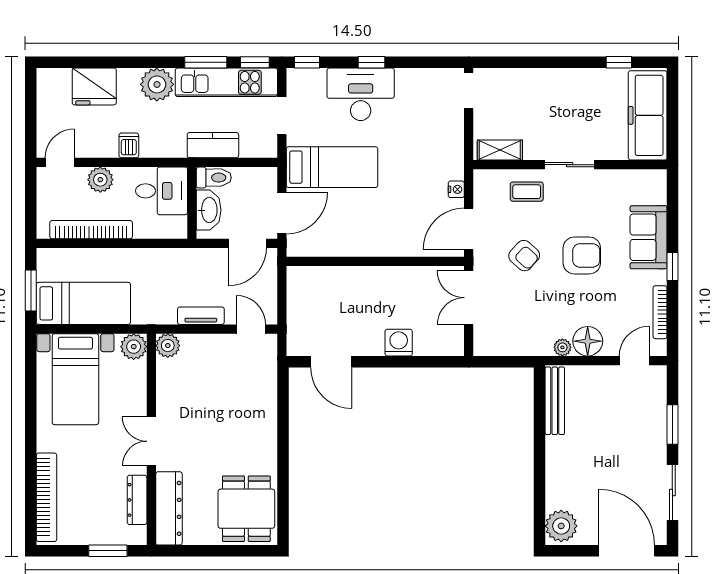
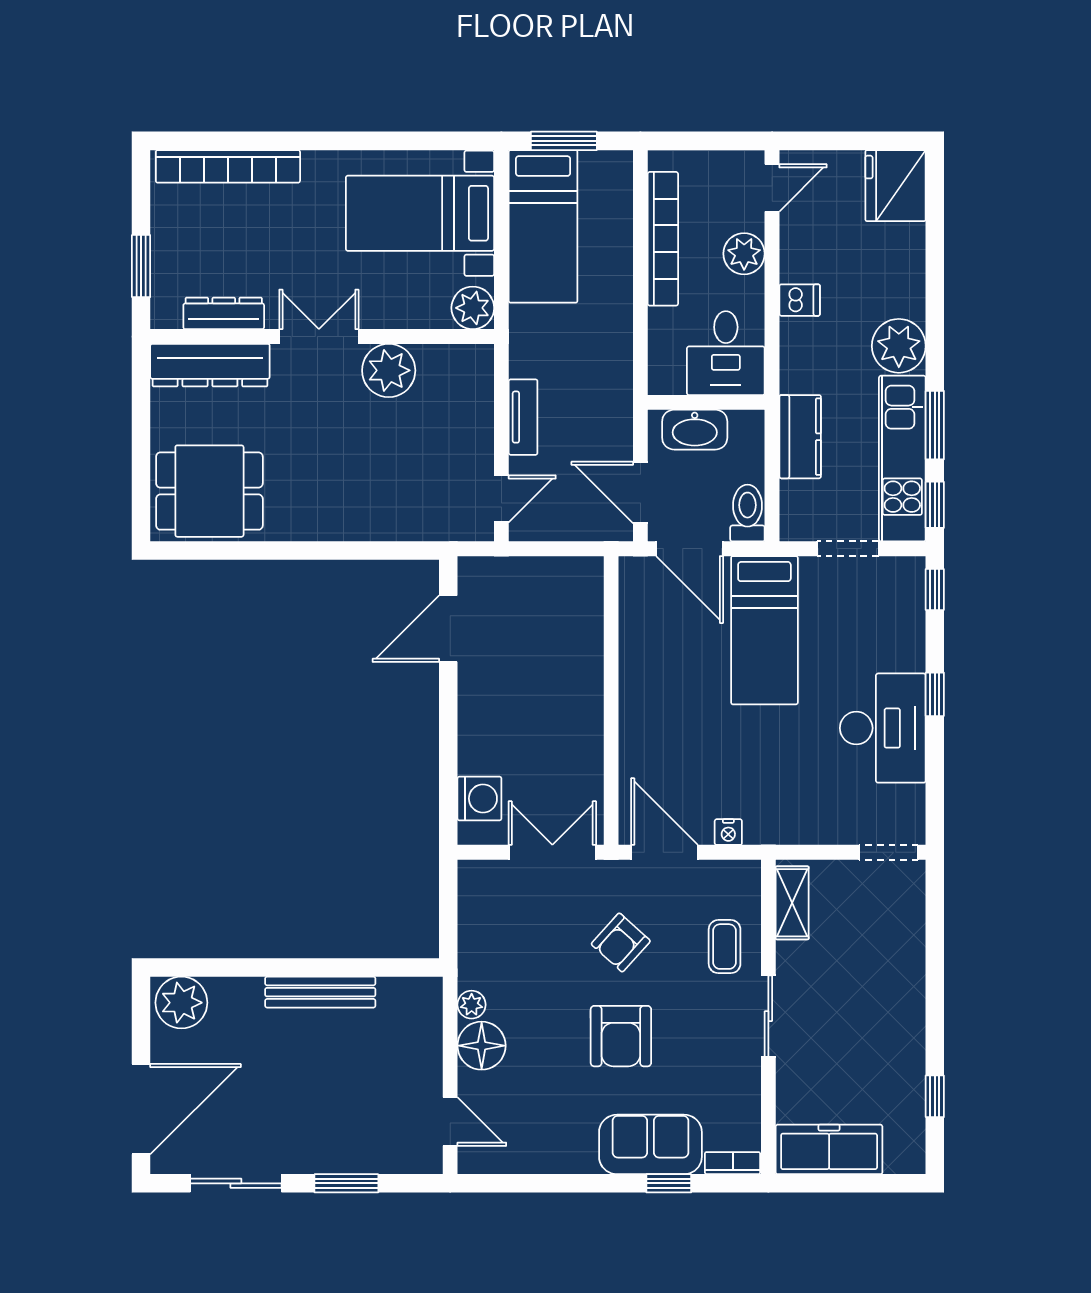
fridge: (94, 86) -> (896, 186), moved
desk: (361, 94) -> (883, 728), moved
freezer: (648, 115) -> (829, 1149), width x0.73, depth x0.79
door: (60, 162) -> (772, 188), hinge flipped
toilet: (214, 178) -> (747, 513), moved, turned 180
window: (672, 266) -> (669, 1183), moved
bookcase: (660, 312) -> (733, 1163), moved, width x0.64
washing machine: (399, 343) -> (479, 798), moved
plant: (168, 346) -> (389, 370), moved, width x1.36, depth x1.36
bench: (555, 401) -> (320, 992), moved

